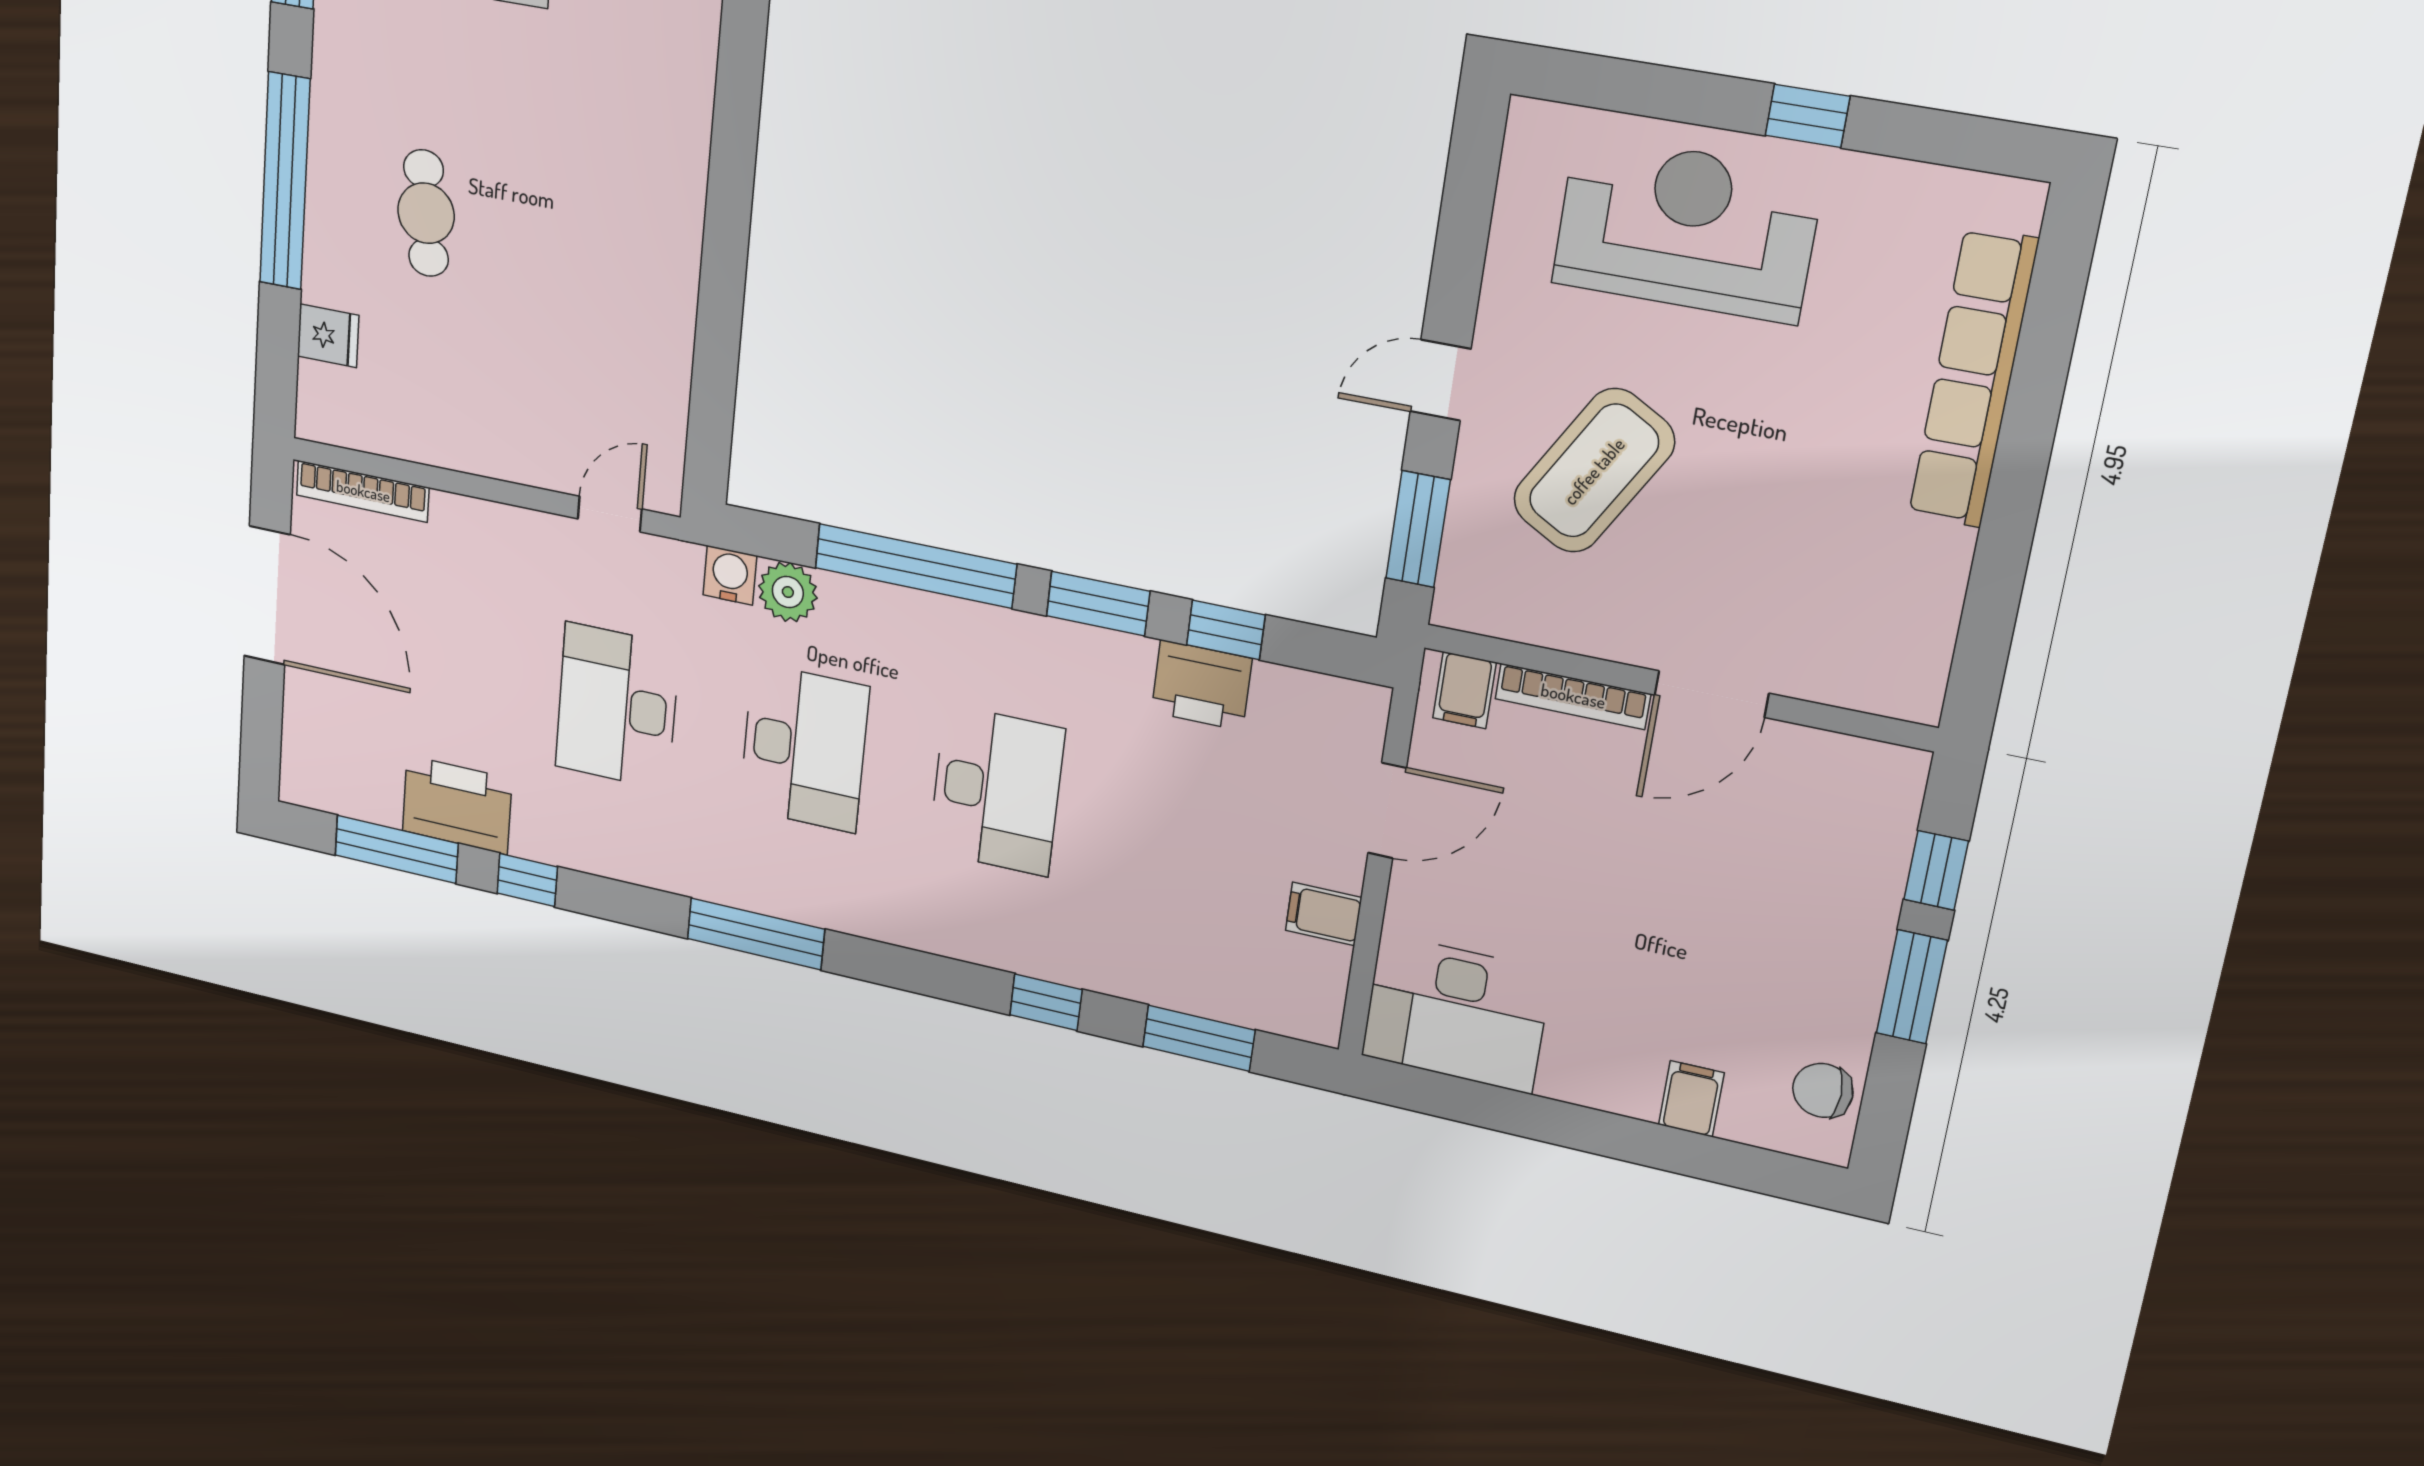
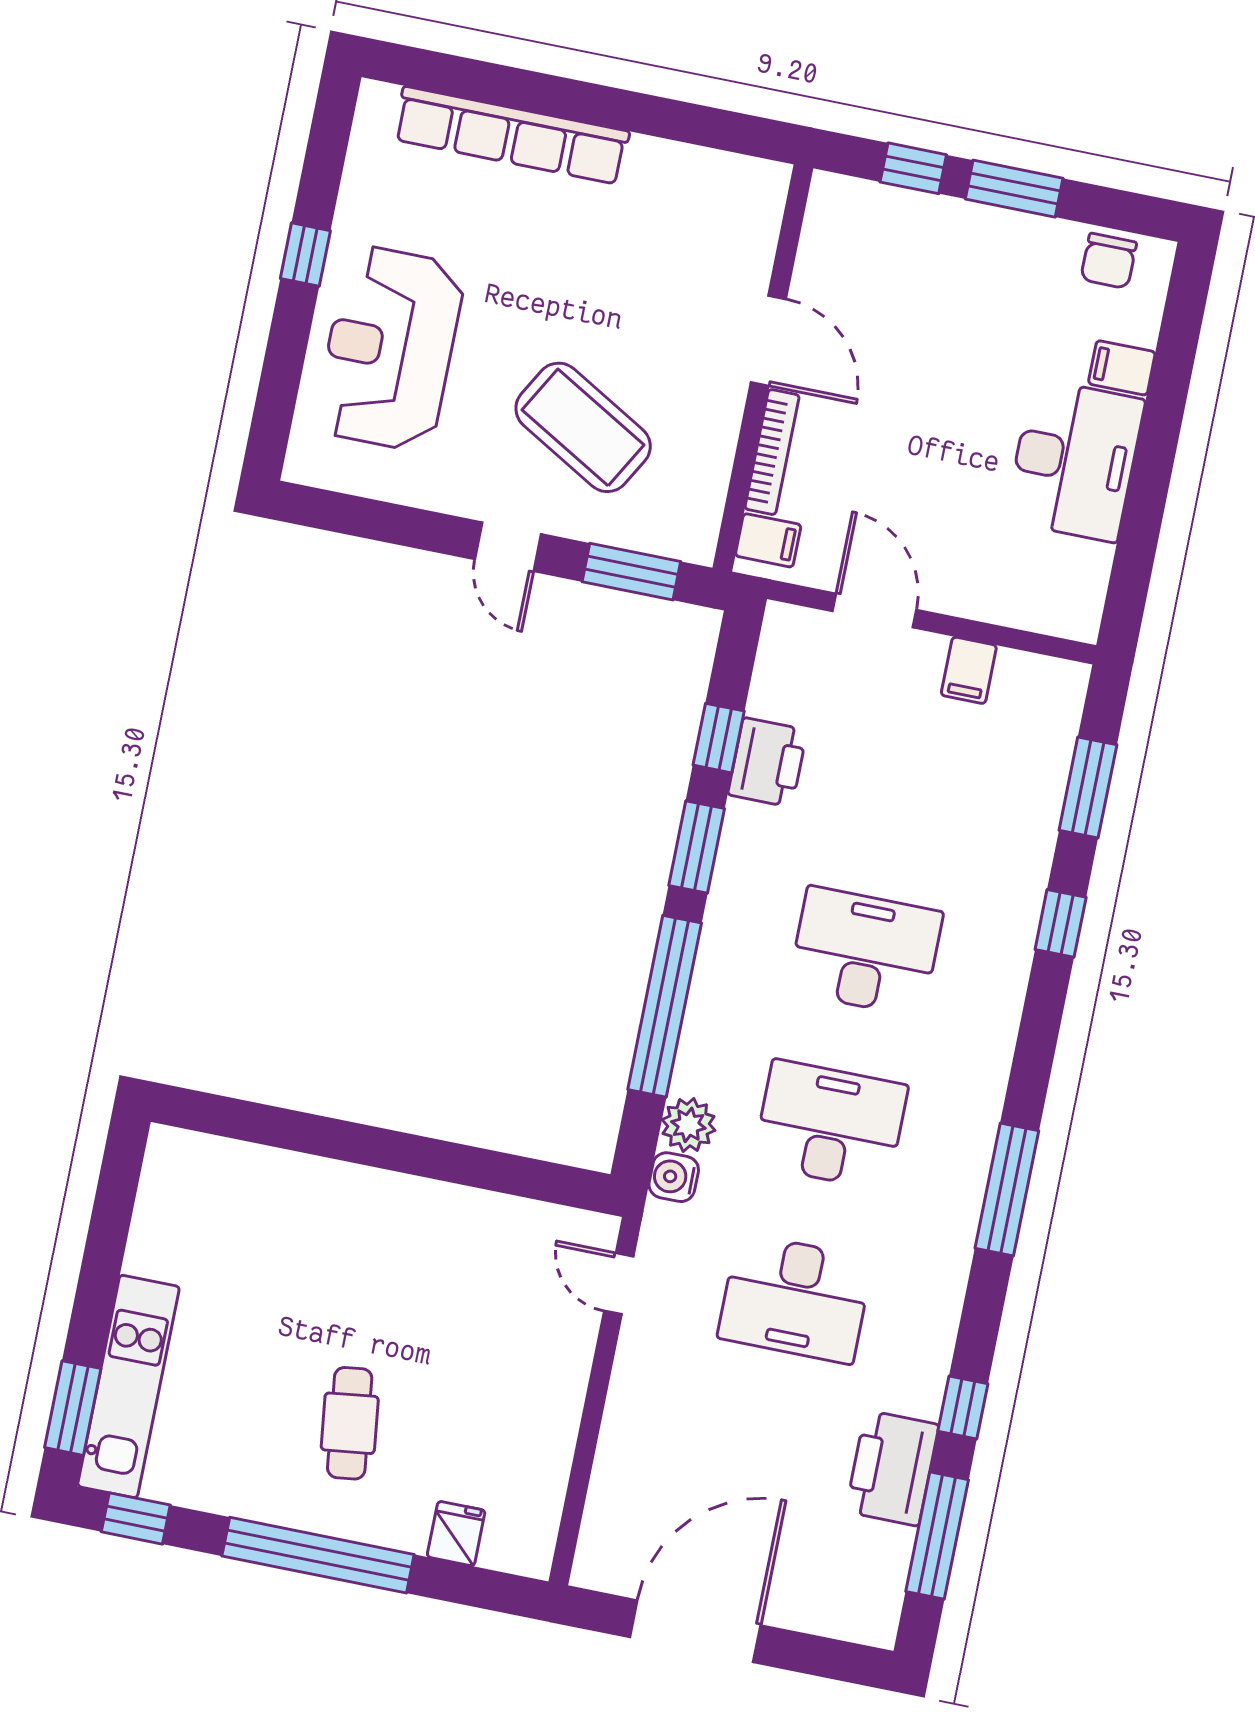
cafe table: (426, 213) -> (350, 1423), turned 90
bookcase: (363, 491) -> (598, 1521), removed
desk: (1456, 1013) -> (1075, 460), moved

